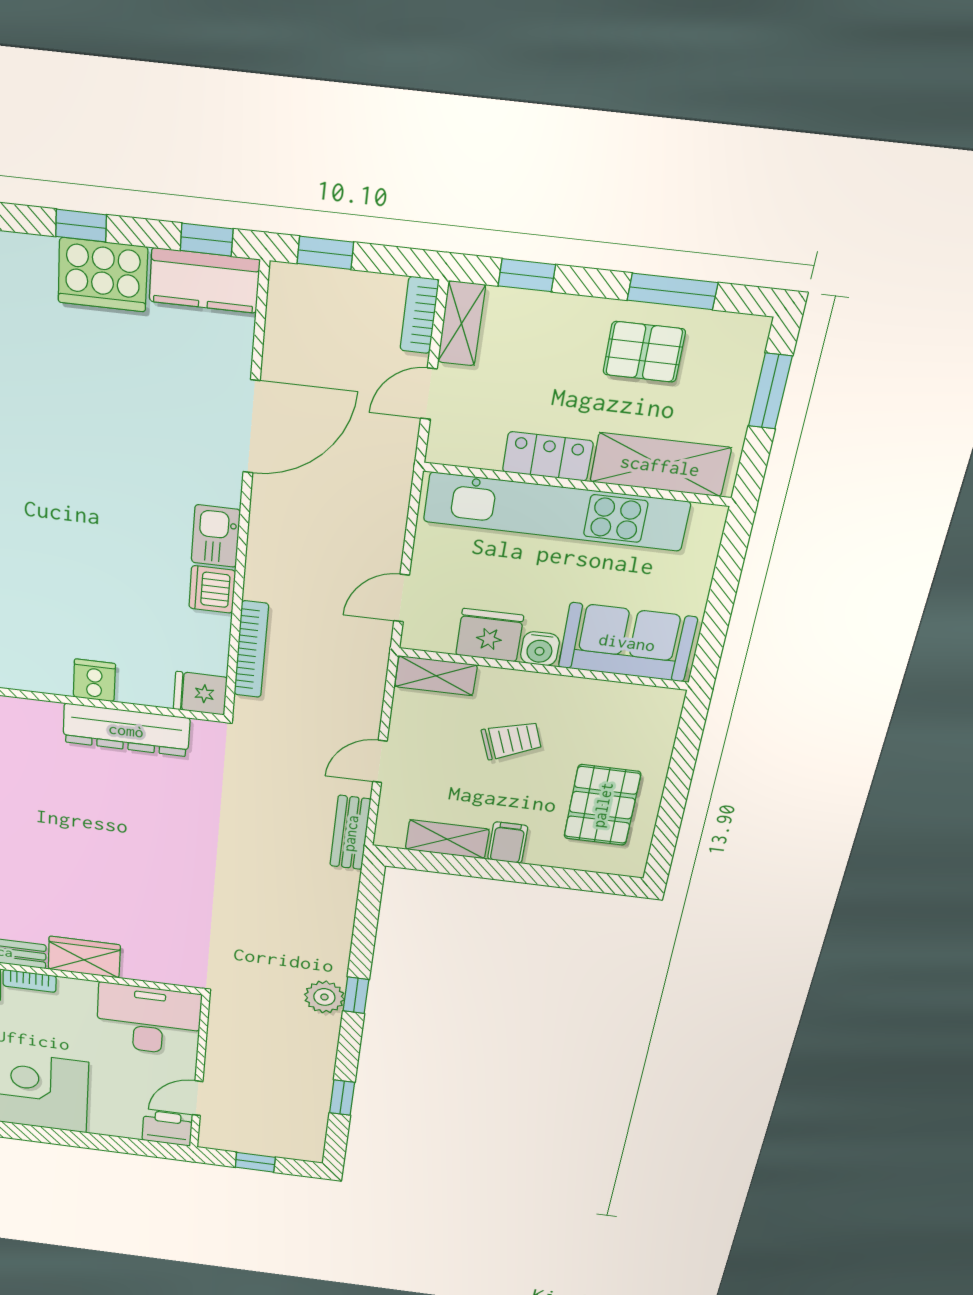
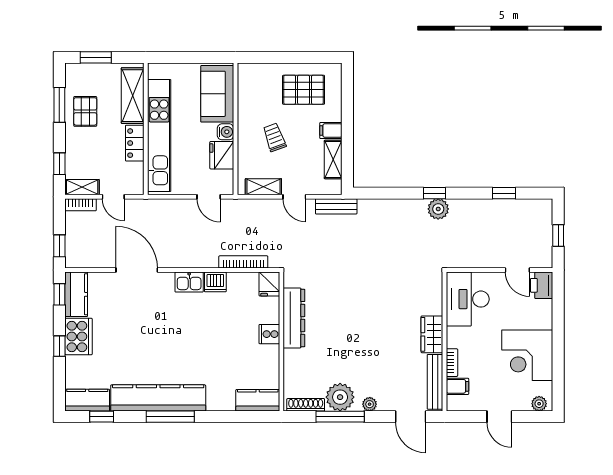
shelving: (436, 676) -> (263, 187), moved, turned 90

